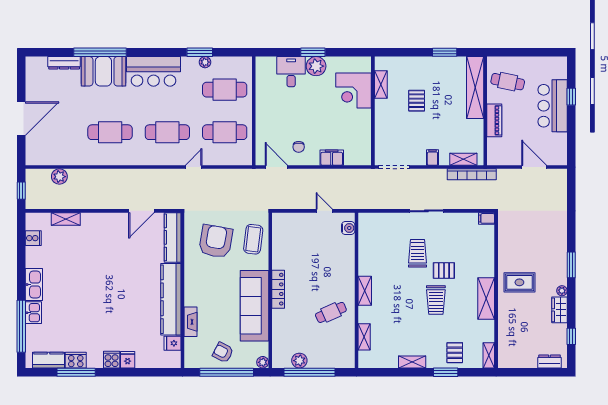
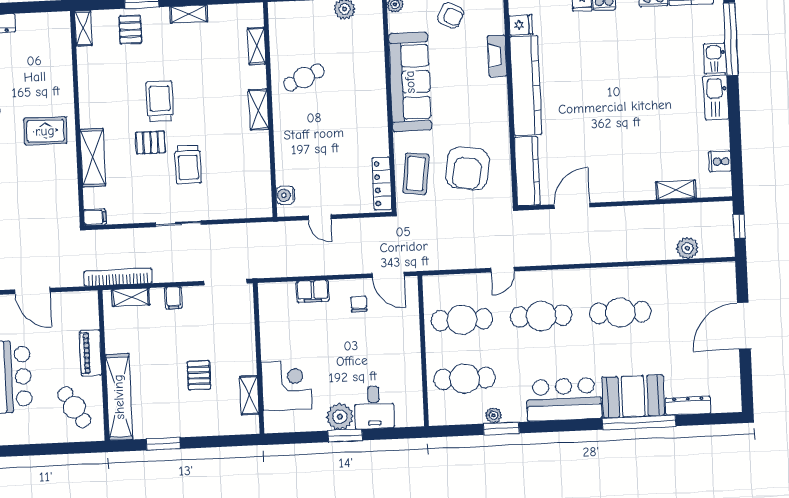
cafe table: (508, 82) -> (74, 407), turned 46
locker: (278, 289) -> (382, 184), moved
shelving: (486, 299) -> (93, 158), moved

